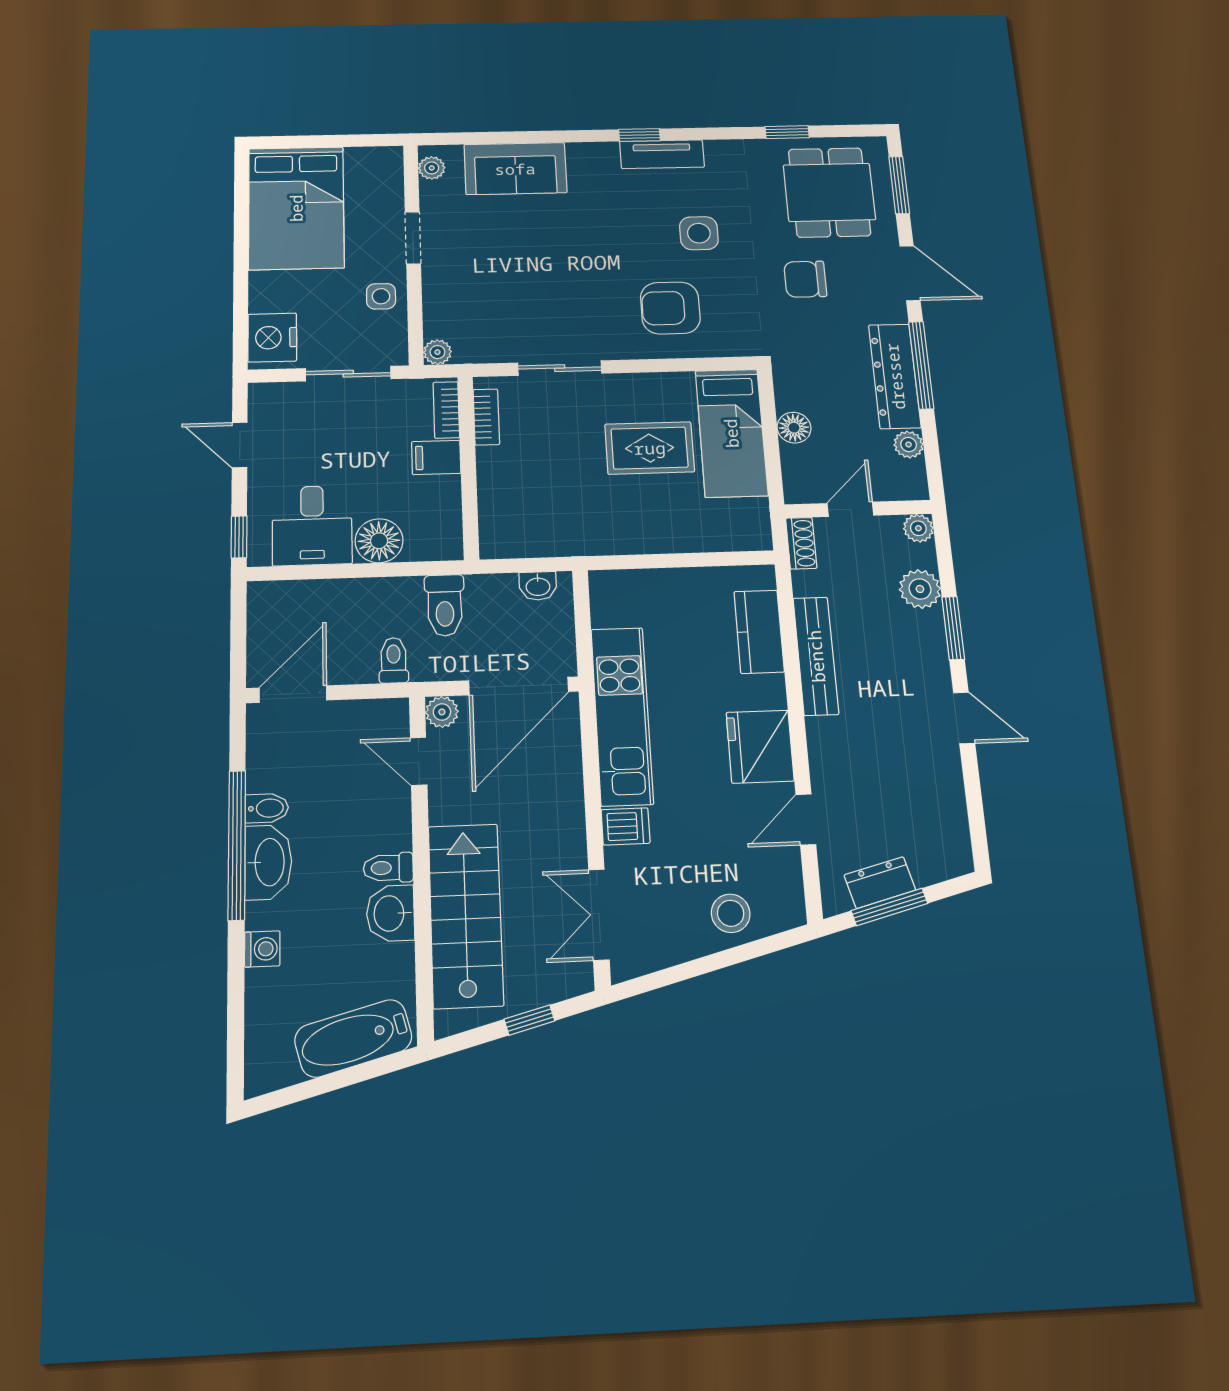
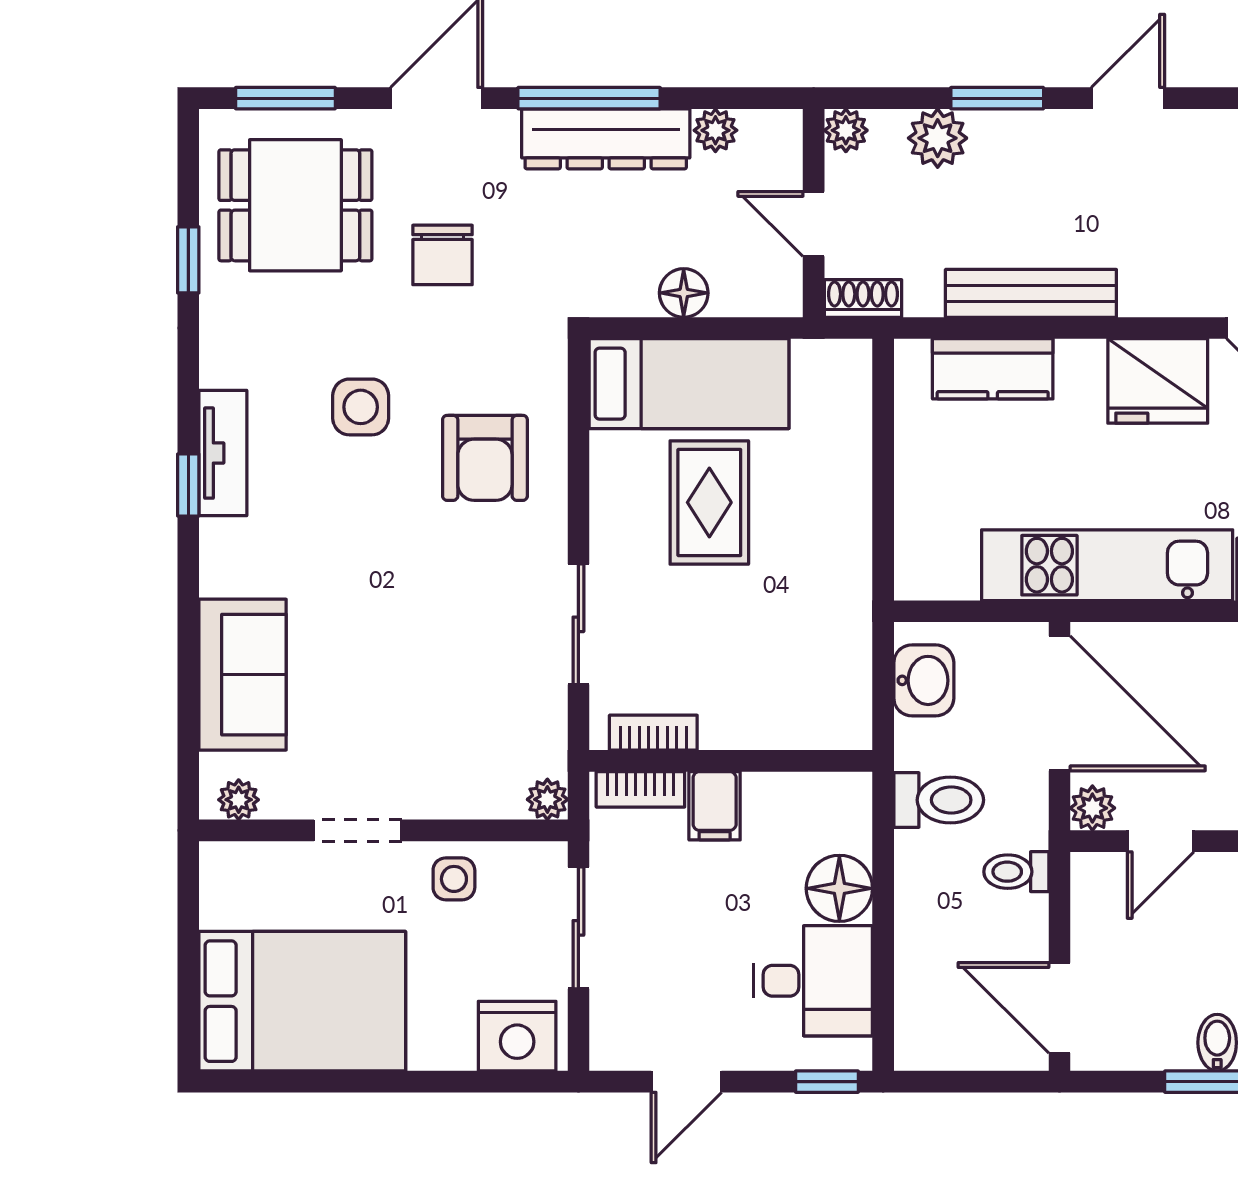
washbasin: (538, 586) -> (924, 680), width x1.38, depth x1.45

